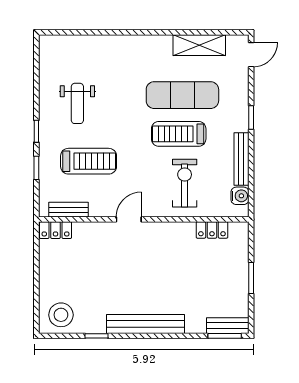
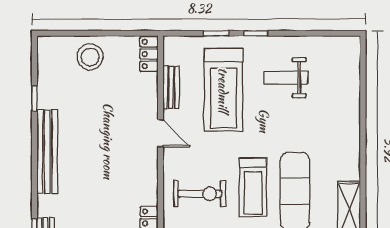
treadmill: (179, 134) -> (253, 187), turned 180
treadmill: (89, 161) -> (223, 90), width x1.37, depth x1.38
bench: (69, 210) -> (171, 87), moved
stool: (61, 315) -> (90, 57), moved

